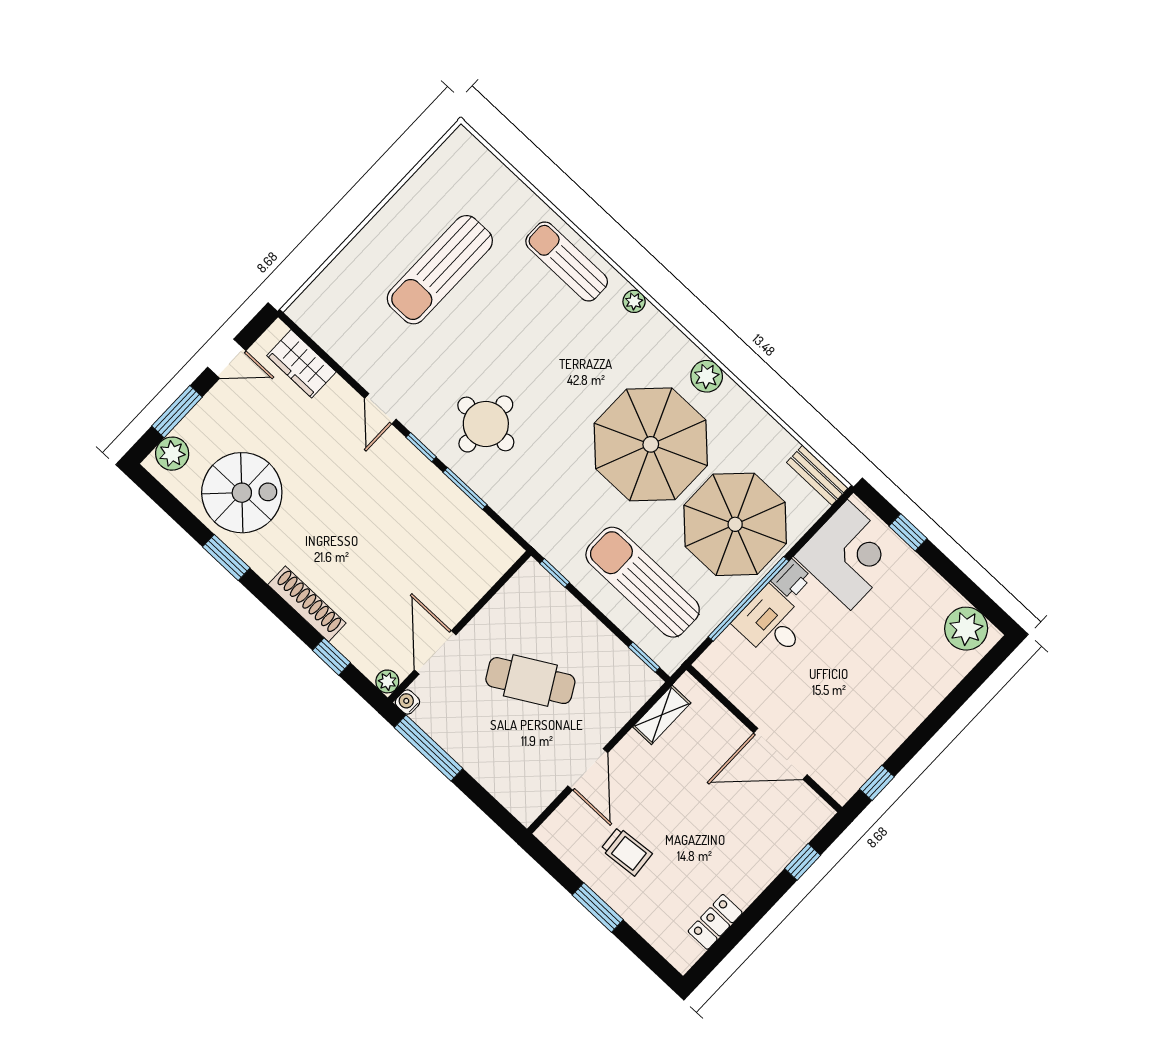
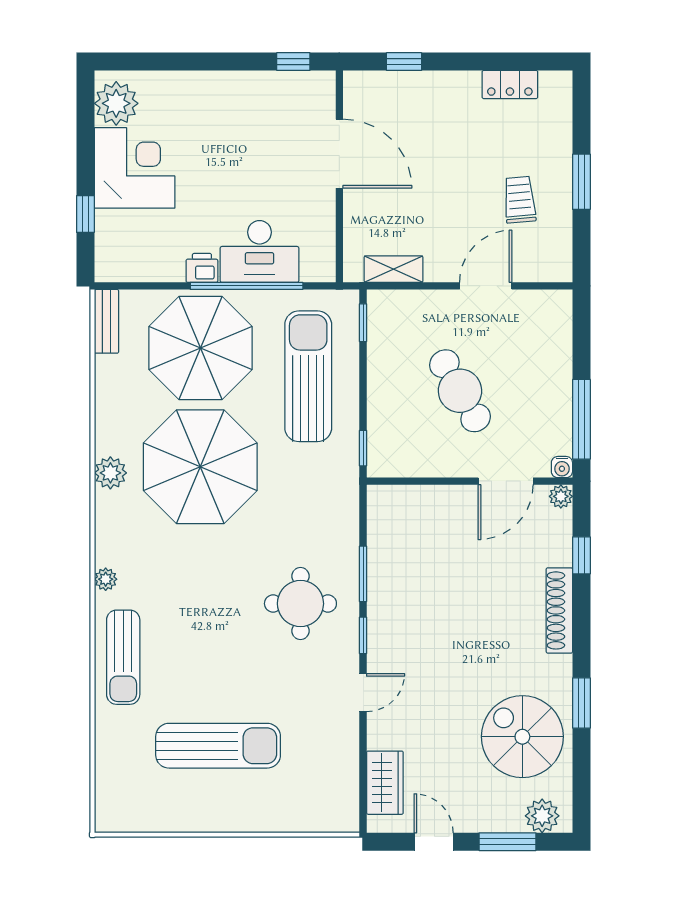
corner desk: (849, 555) -> (135, 168), moved, turned 90
sun lounger: (643, 582) -> (308, 376), turned 180
desk: (771, 624) -> (260, 251), width x1.37

